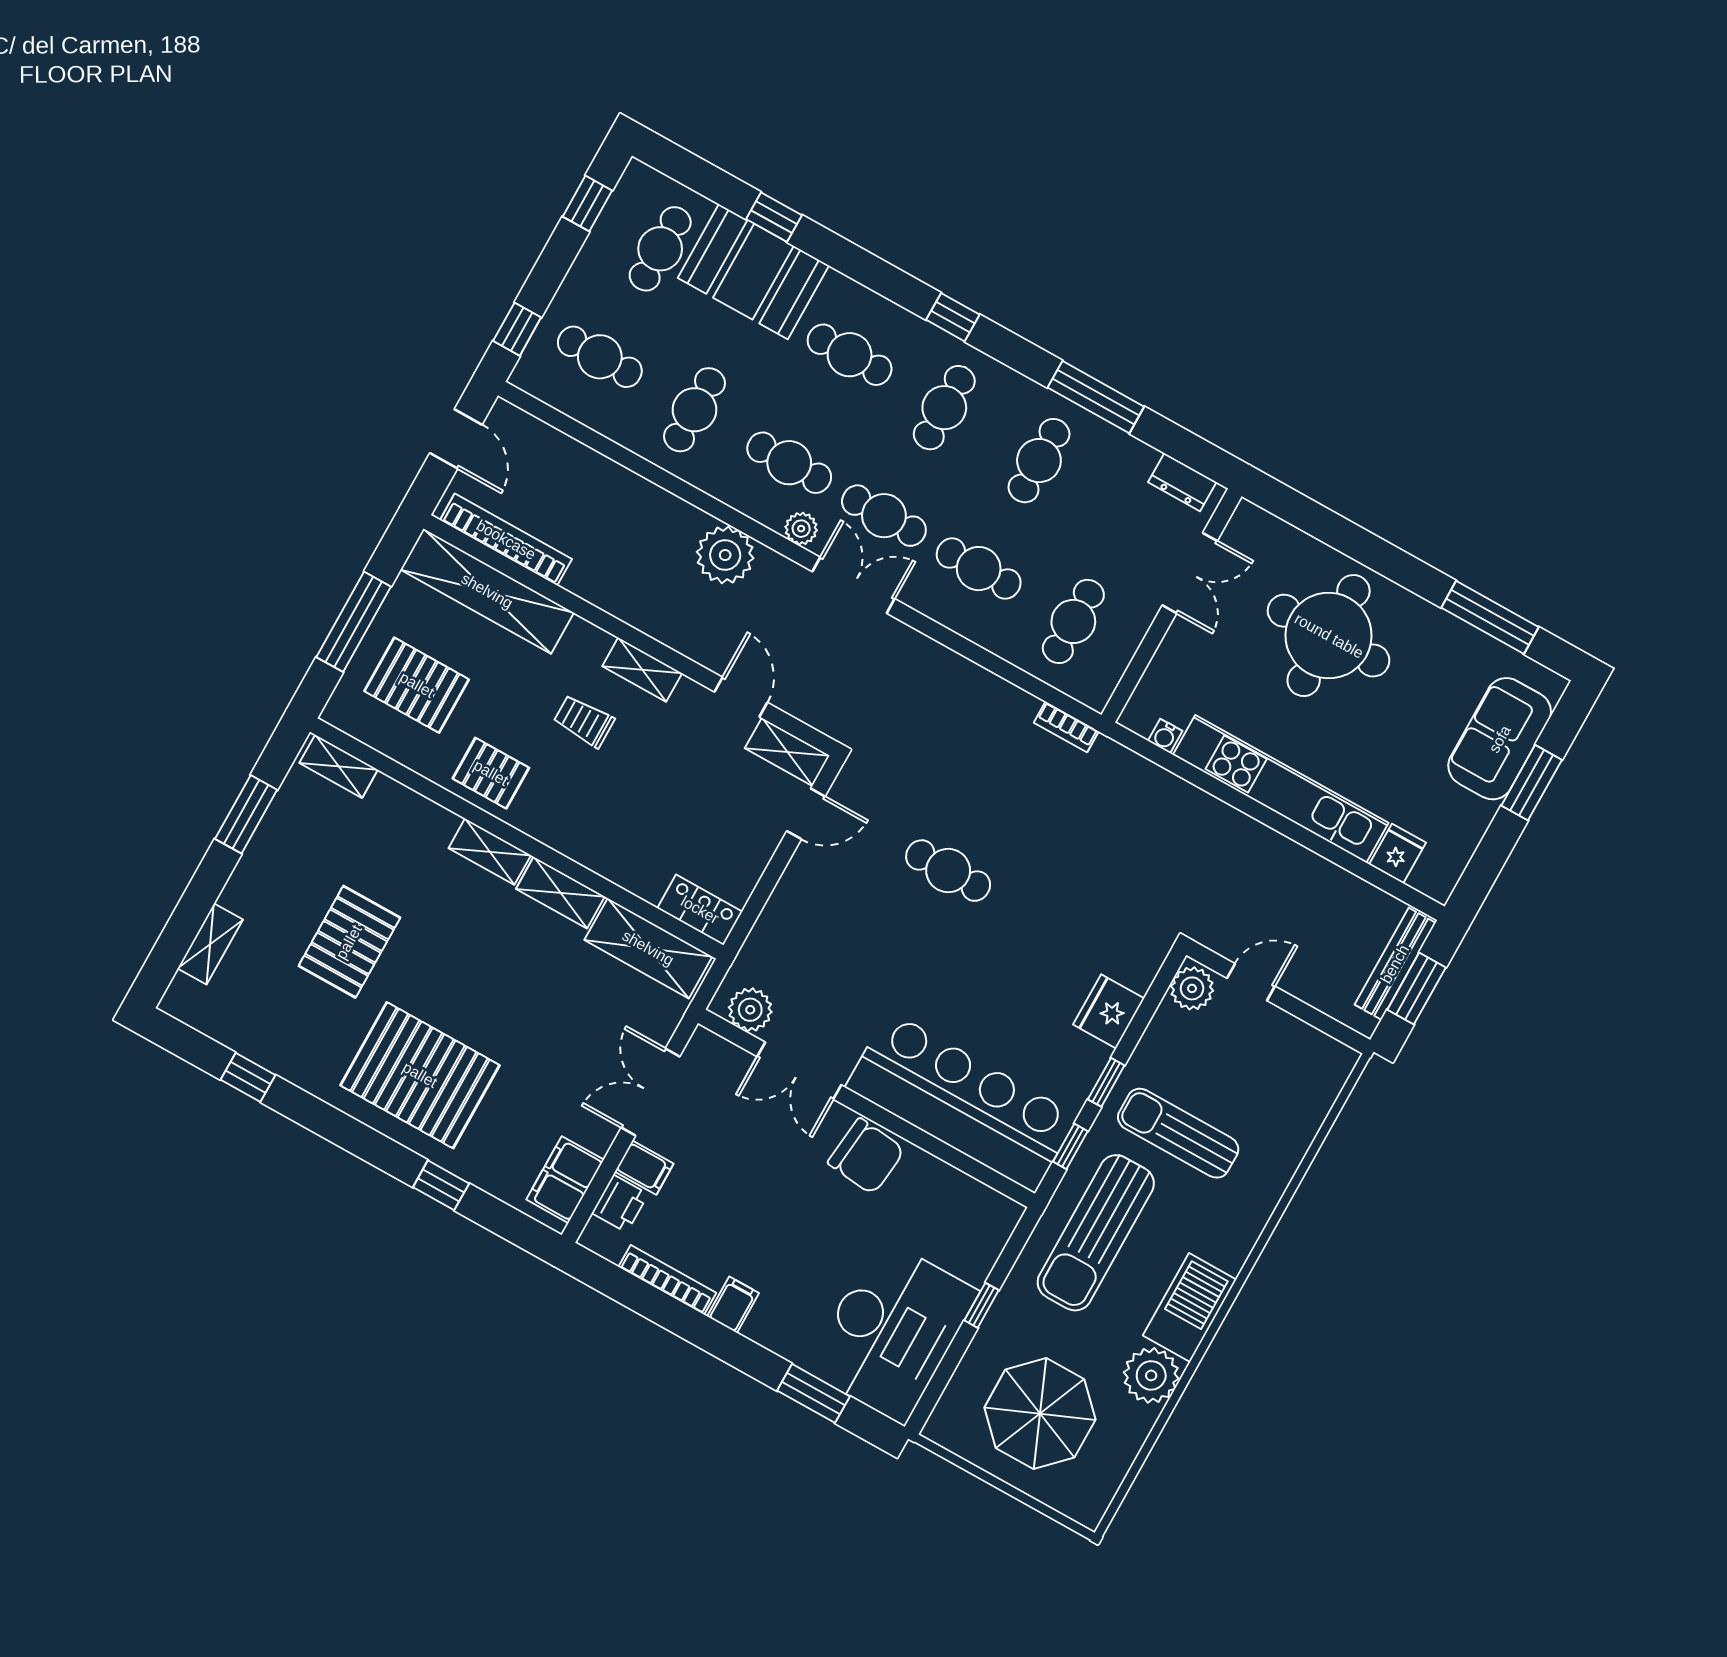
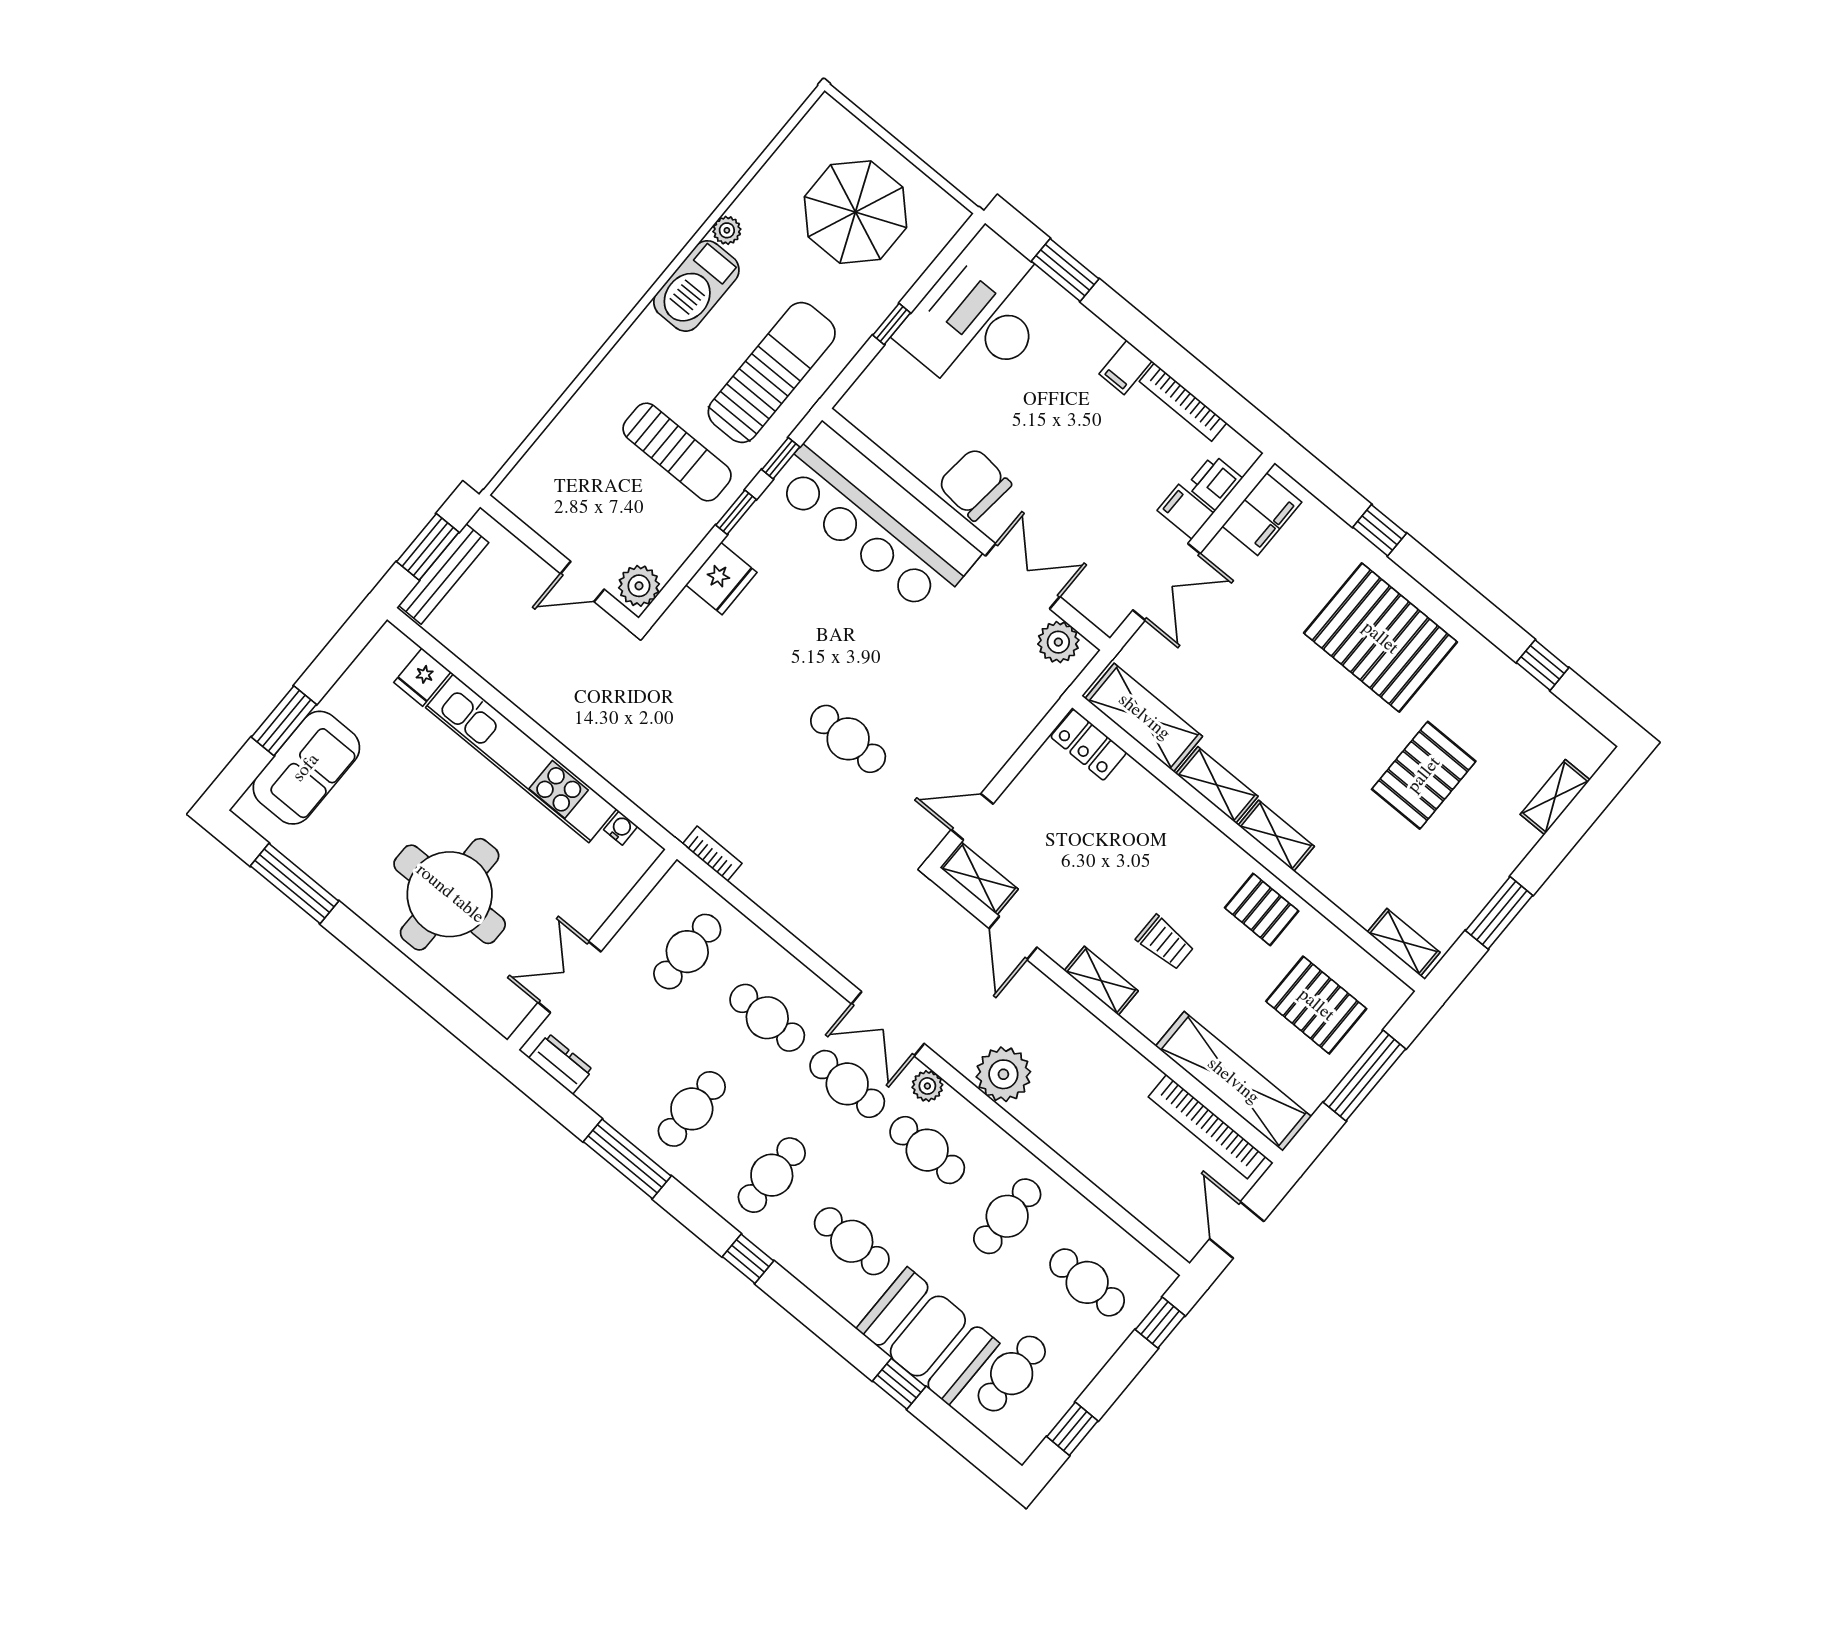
plant: (1151, 1375) -> (727, 230), width x0.53, depth x0.53

